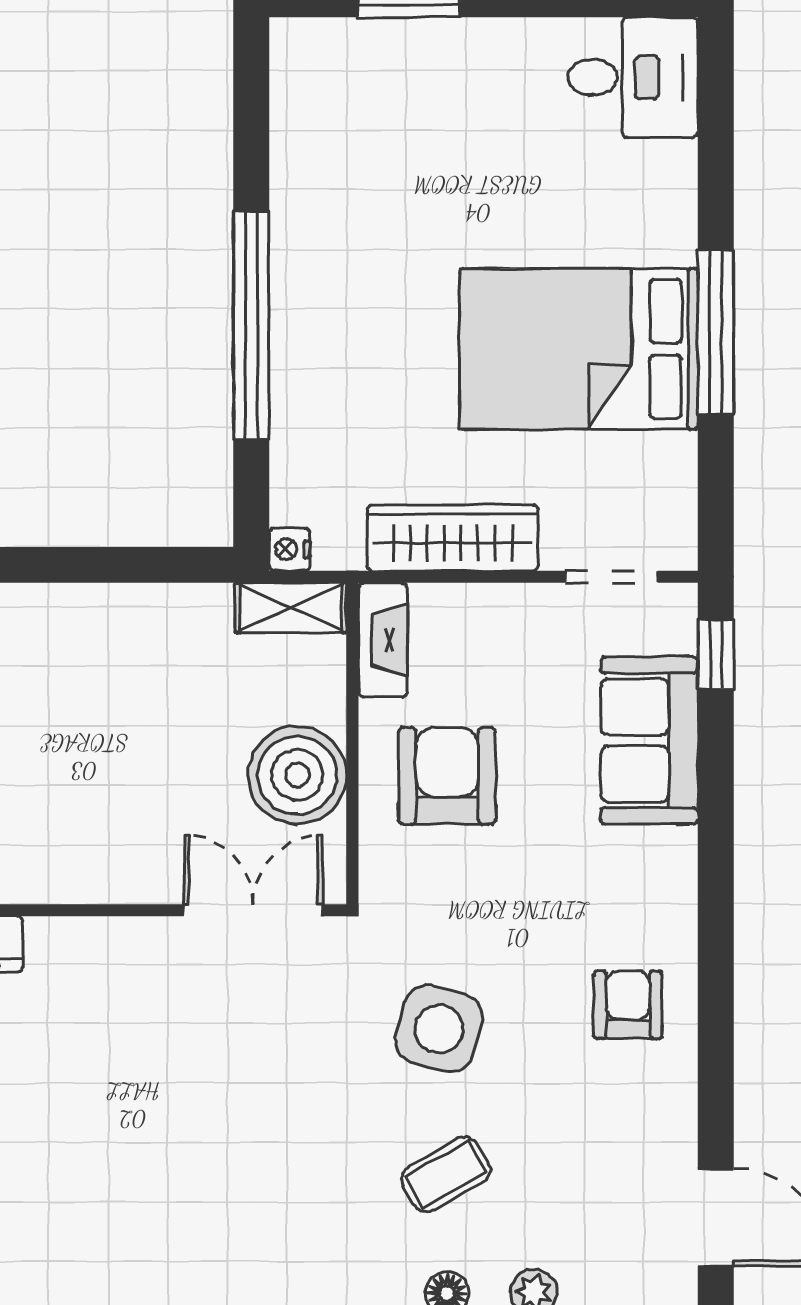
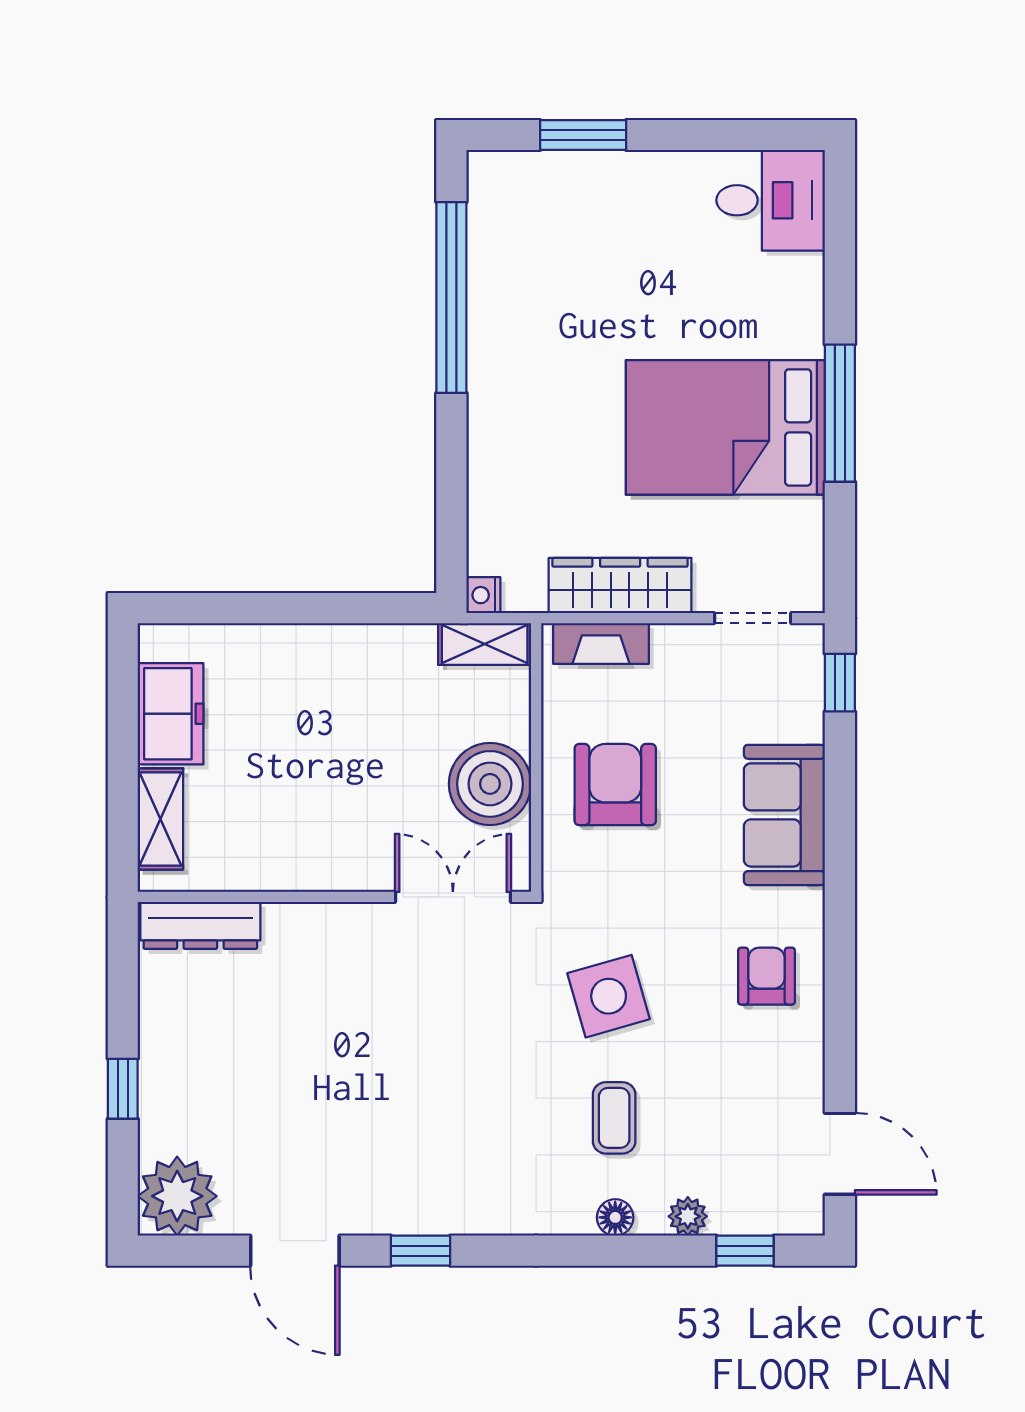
window: (251, 325) -> (451, 297), moved
fireplace: (383, 640) -> (601, 643), moved, turned 90
sofa: (649, 740) -> (784, 815), moved
side table: (439, 1029) -> (609, 996), turned -31
coffee table: (446, 1174) -> (614, 1118), turned -60

